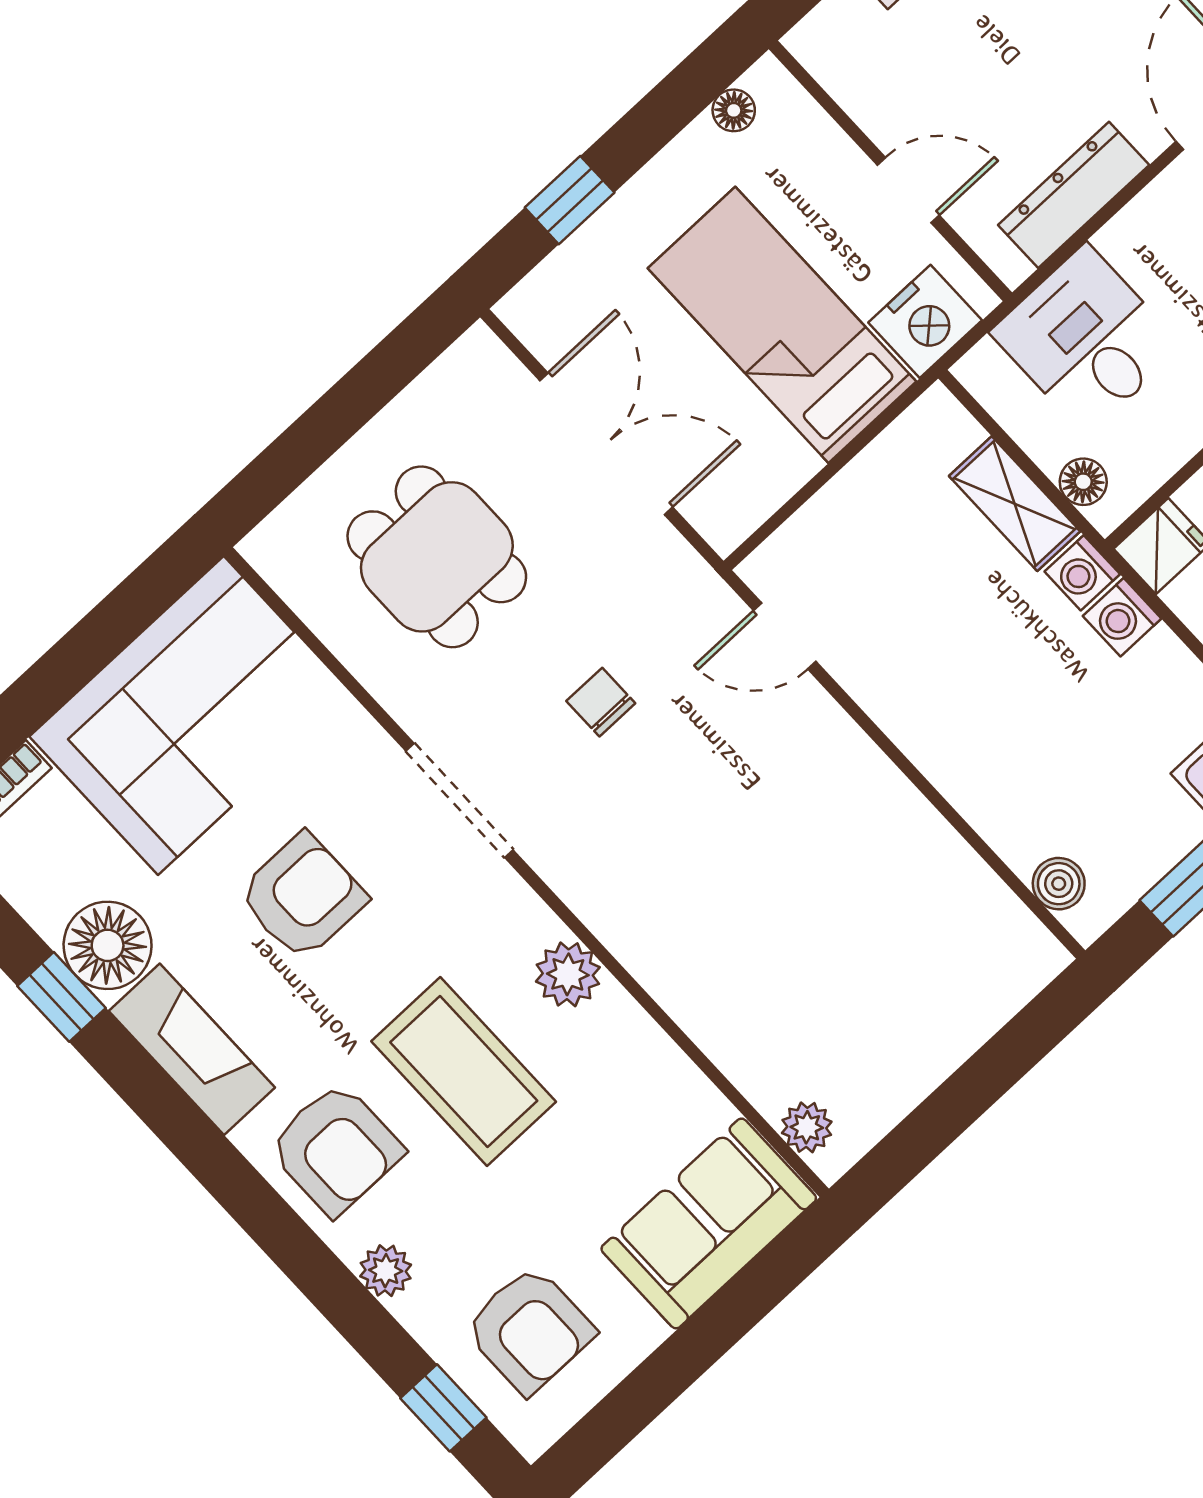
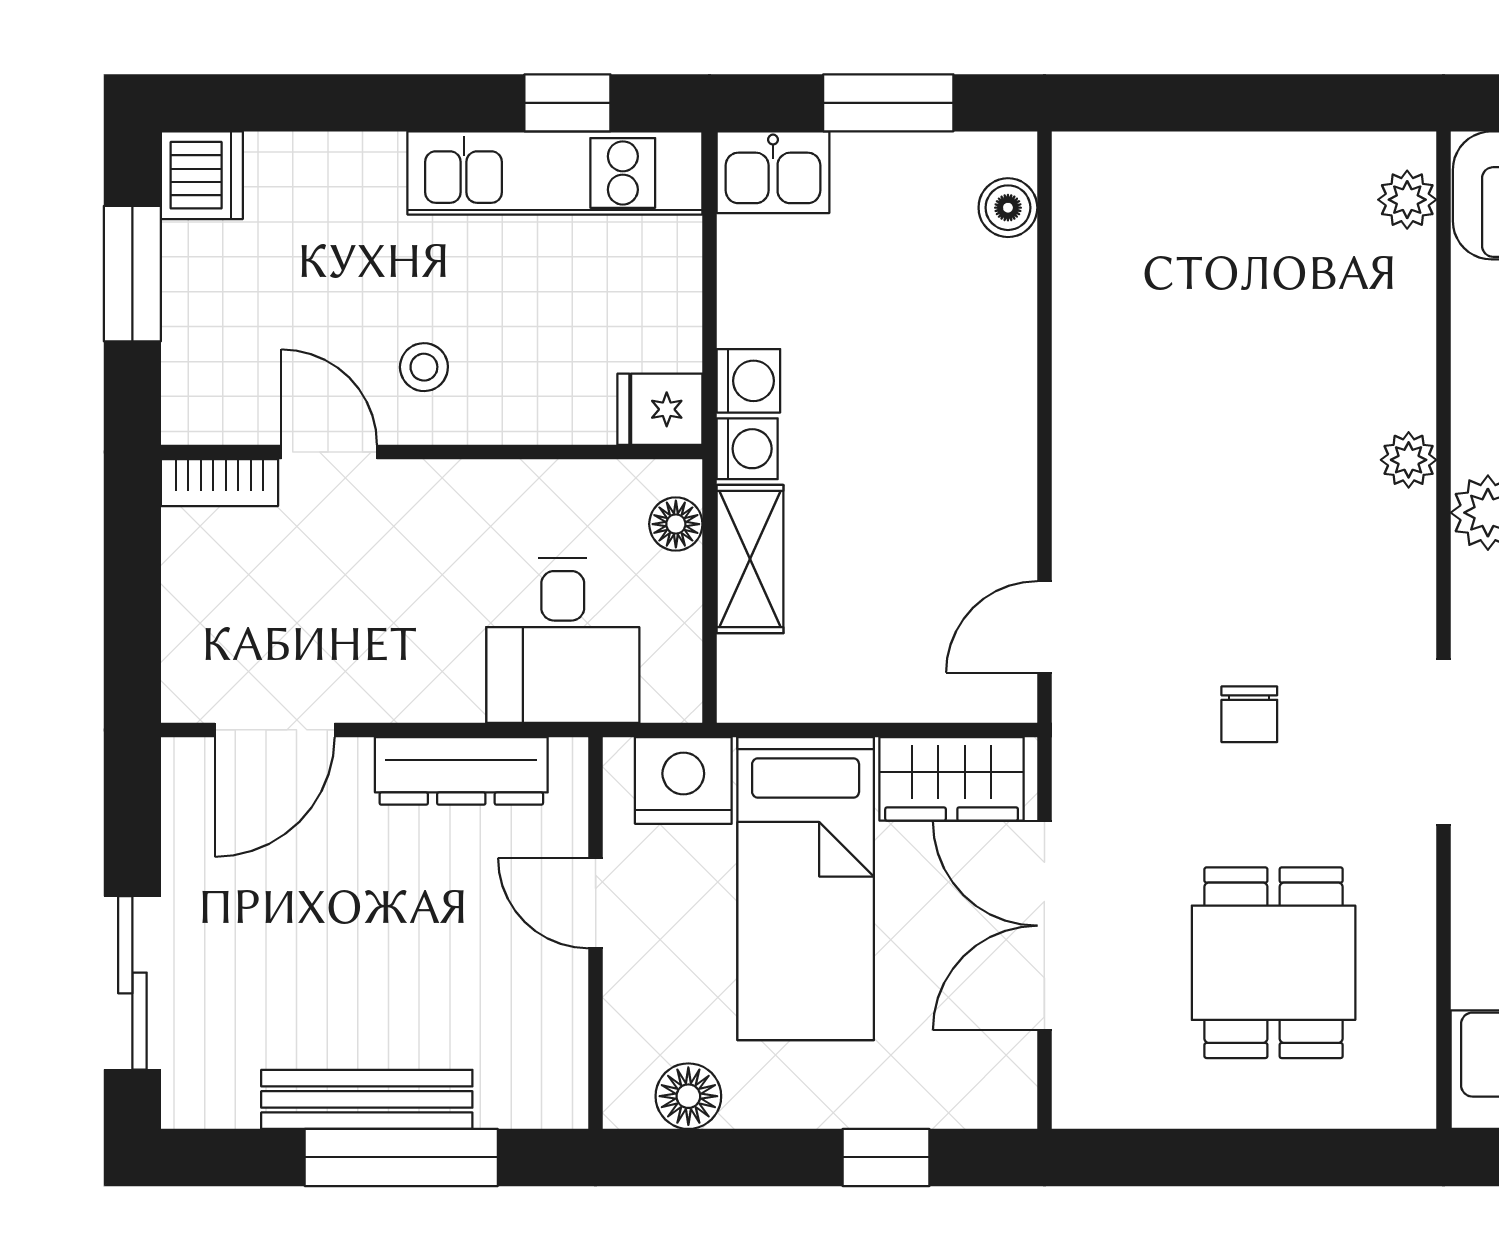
floor lamp: (734, 110) -> (688, 1096), width x1.37, depth x1.37
wardrobe: (754, 483) -> (952, 779), added
door: (785, 636) -> (1044, 627), swing flipped
plant: (650, 961) -> (1409, 460), added

